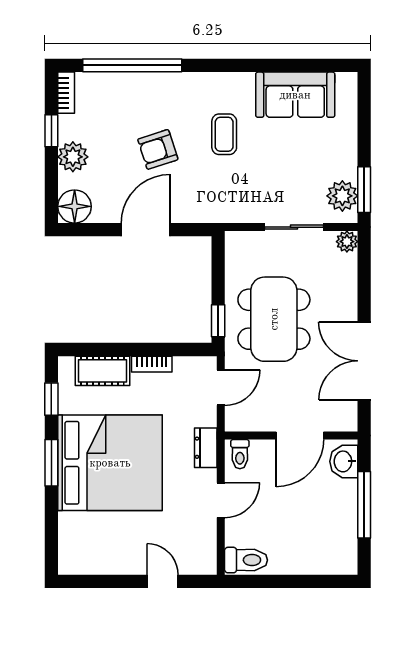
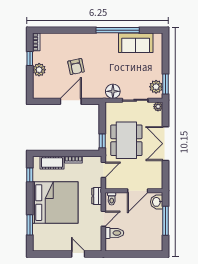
window: (132, 65) -> (118, 30), moved
coffee table: (224, 134) -> (105, 60), removed
armchair: (158, 149) -> (76, 67), turned -84
floor lamp: (75, 206) -> (113, 91), moved
double door: (364, 361) -> (166, 144), moved
window: (51, 463) -> (30, 225), moved
toilet: (246, 560) -> (114, 233), moved

